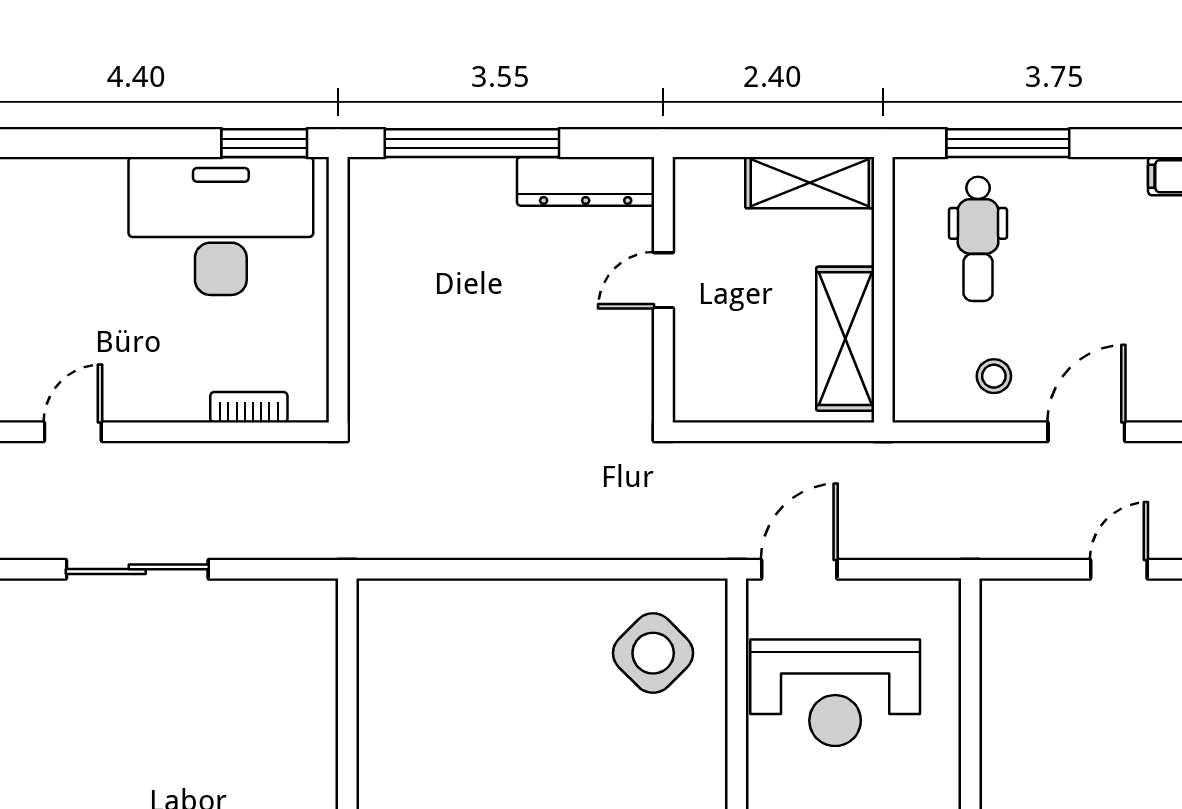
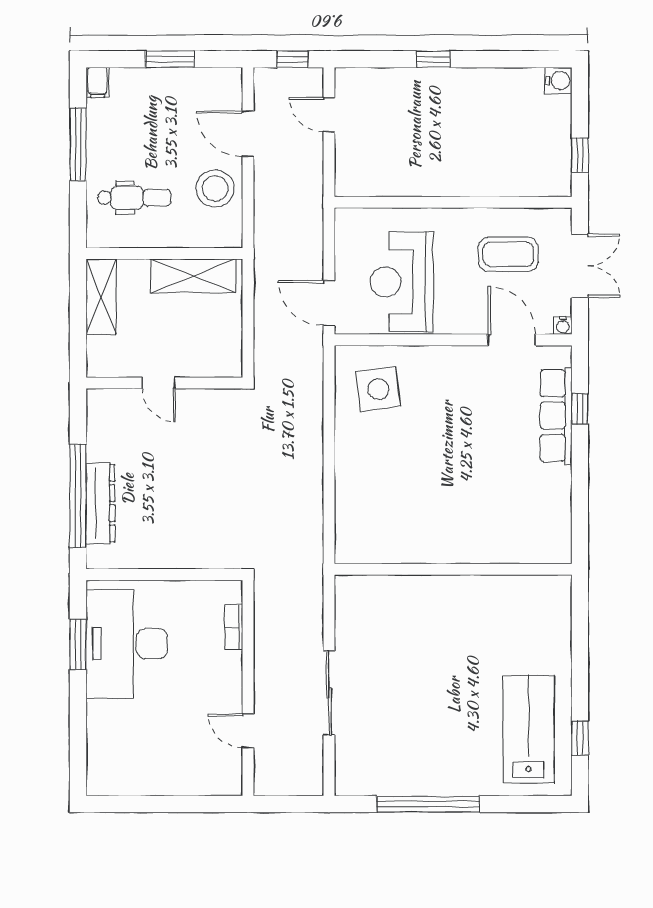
window: (264, 143) -> (78, 644), moved
window: (1008, 143) -> (78, 144), moved
dresser: (586, 181) -> (100, 503), moved
stool: (994, 376) -> (215, 188), width x1.89, depth x1.89
side table: (653, 653) -> (378, 389), turned 37
reception desk: (835, 693) -> (402, 282), turned 180

